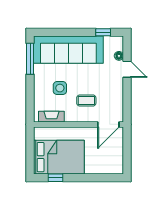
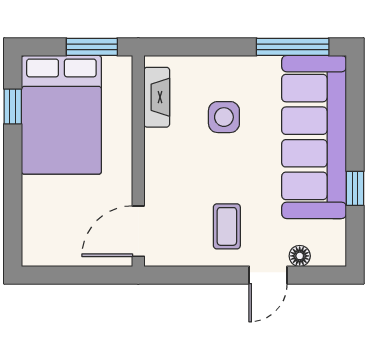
window: (103, 32) -> (355, 188), moved
coffee table: (86, 100) -> (227, 226), moved
door: (108, 124) -> (138, 231), hinge flipped
window: (30, 144) -> (92, 47), added

